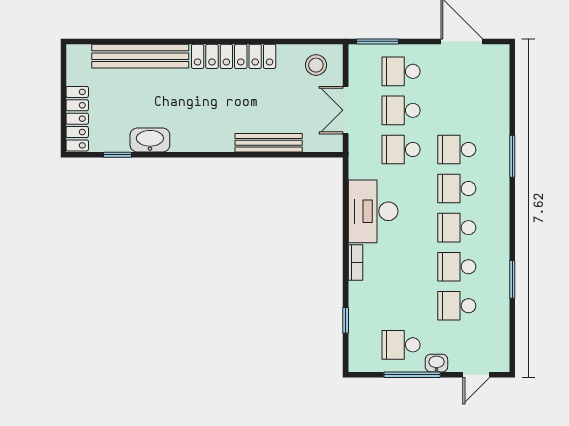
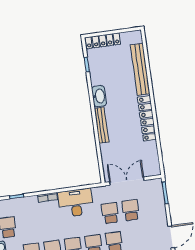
stool: (316, 65) -> (148, 162), removed
school desk: (401, 71) -> (151, 207), removed
double door: (346, 110) -> (127, 181), width x1.37
washbasin: (150, 140) -> (99, 96), moved
bench: (269, 143) -> (102, 125), moved

